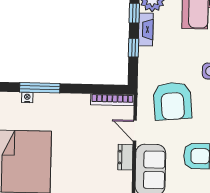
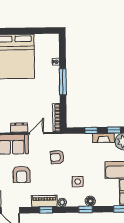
window: (40, 88) -> (63, 82), moved
armchair: (172, 101) -> (57, 157), width x0.53, depth x0.53

